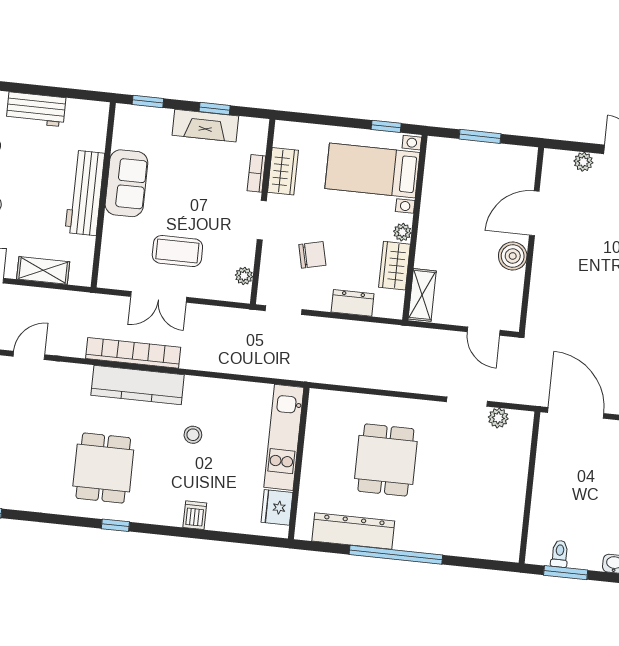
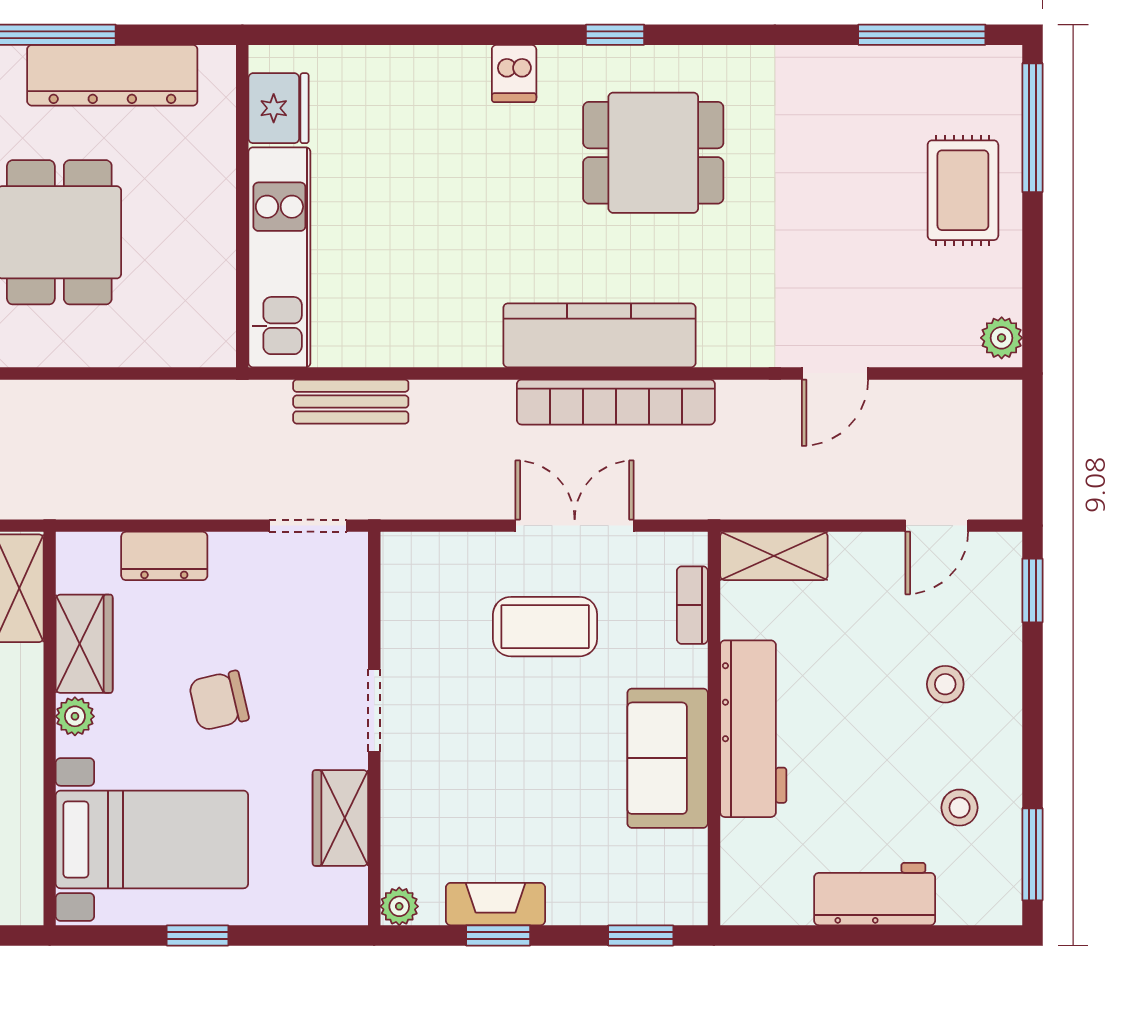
fireplace: (205, 126) -> (495, 904), width x0.73, depth x0.76
window: (386, 126) -> (197, 935), moved
bookcase: (256, 173) -> (692, 605), moved, turned 180
chair: (312, 255) -> (219, 701), moved
shelving: (43, 270) -> (774, 556), moved
plant: (244, 276) -> (399, 906), moved
bench: (257, 366) -> (351, 402), added
stool: (193, 435) -> (472, 243), removed
dining table: (103, 468) -> (653, 153), turned 90
dishwasher: (195, 515) -> (514, 74), moved

